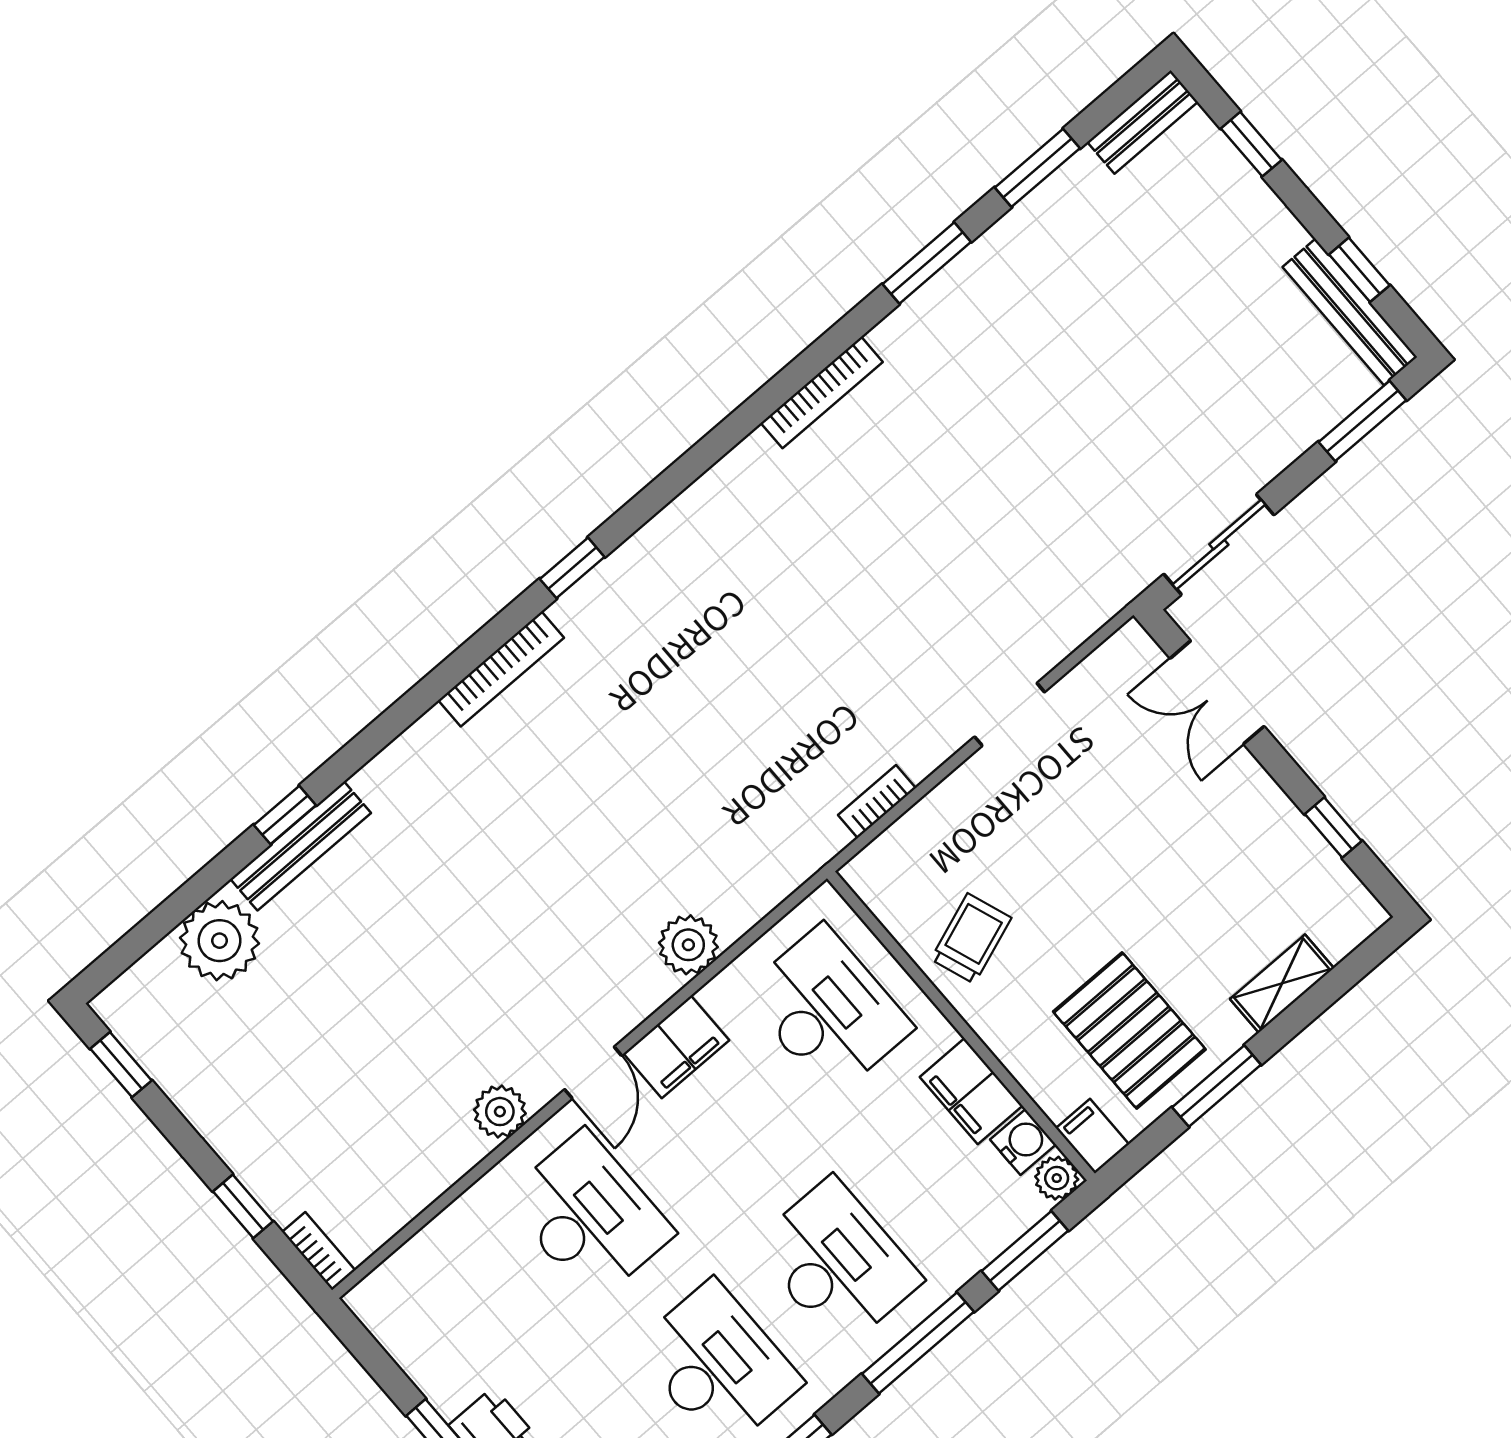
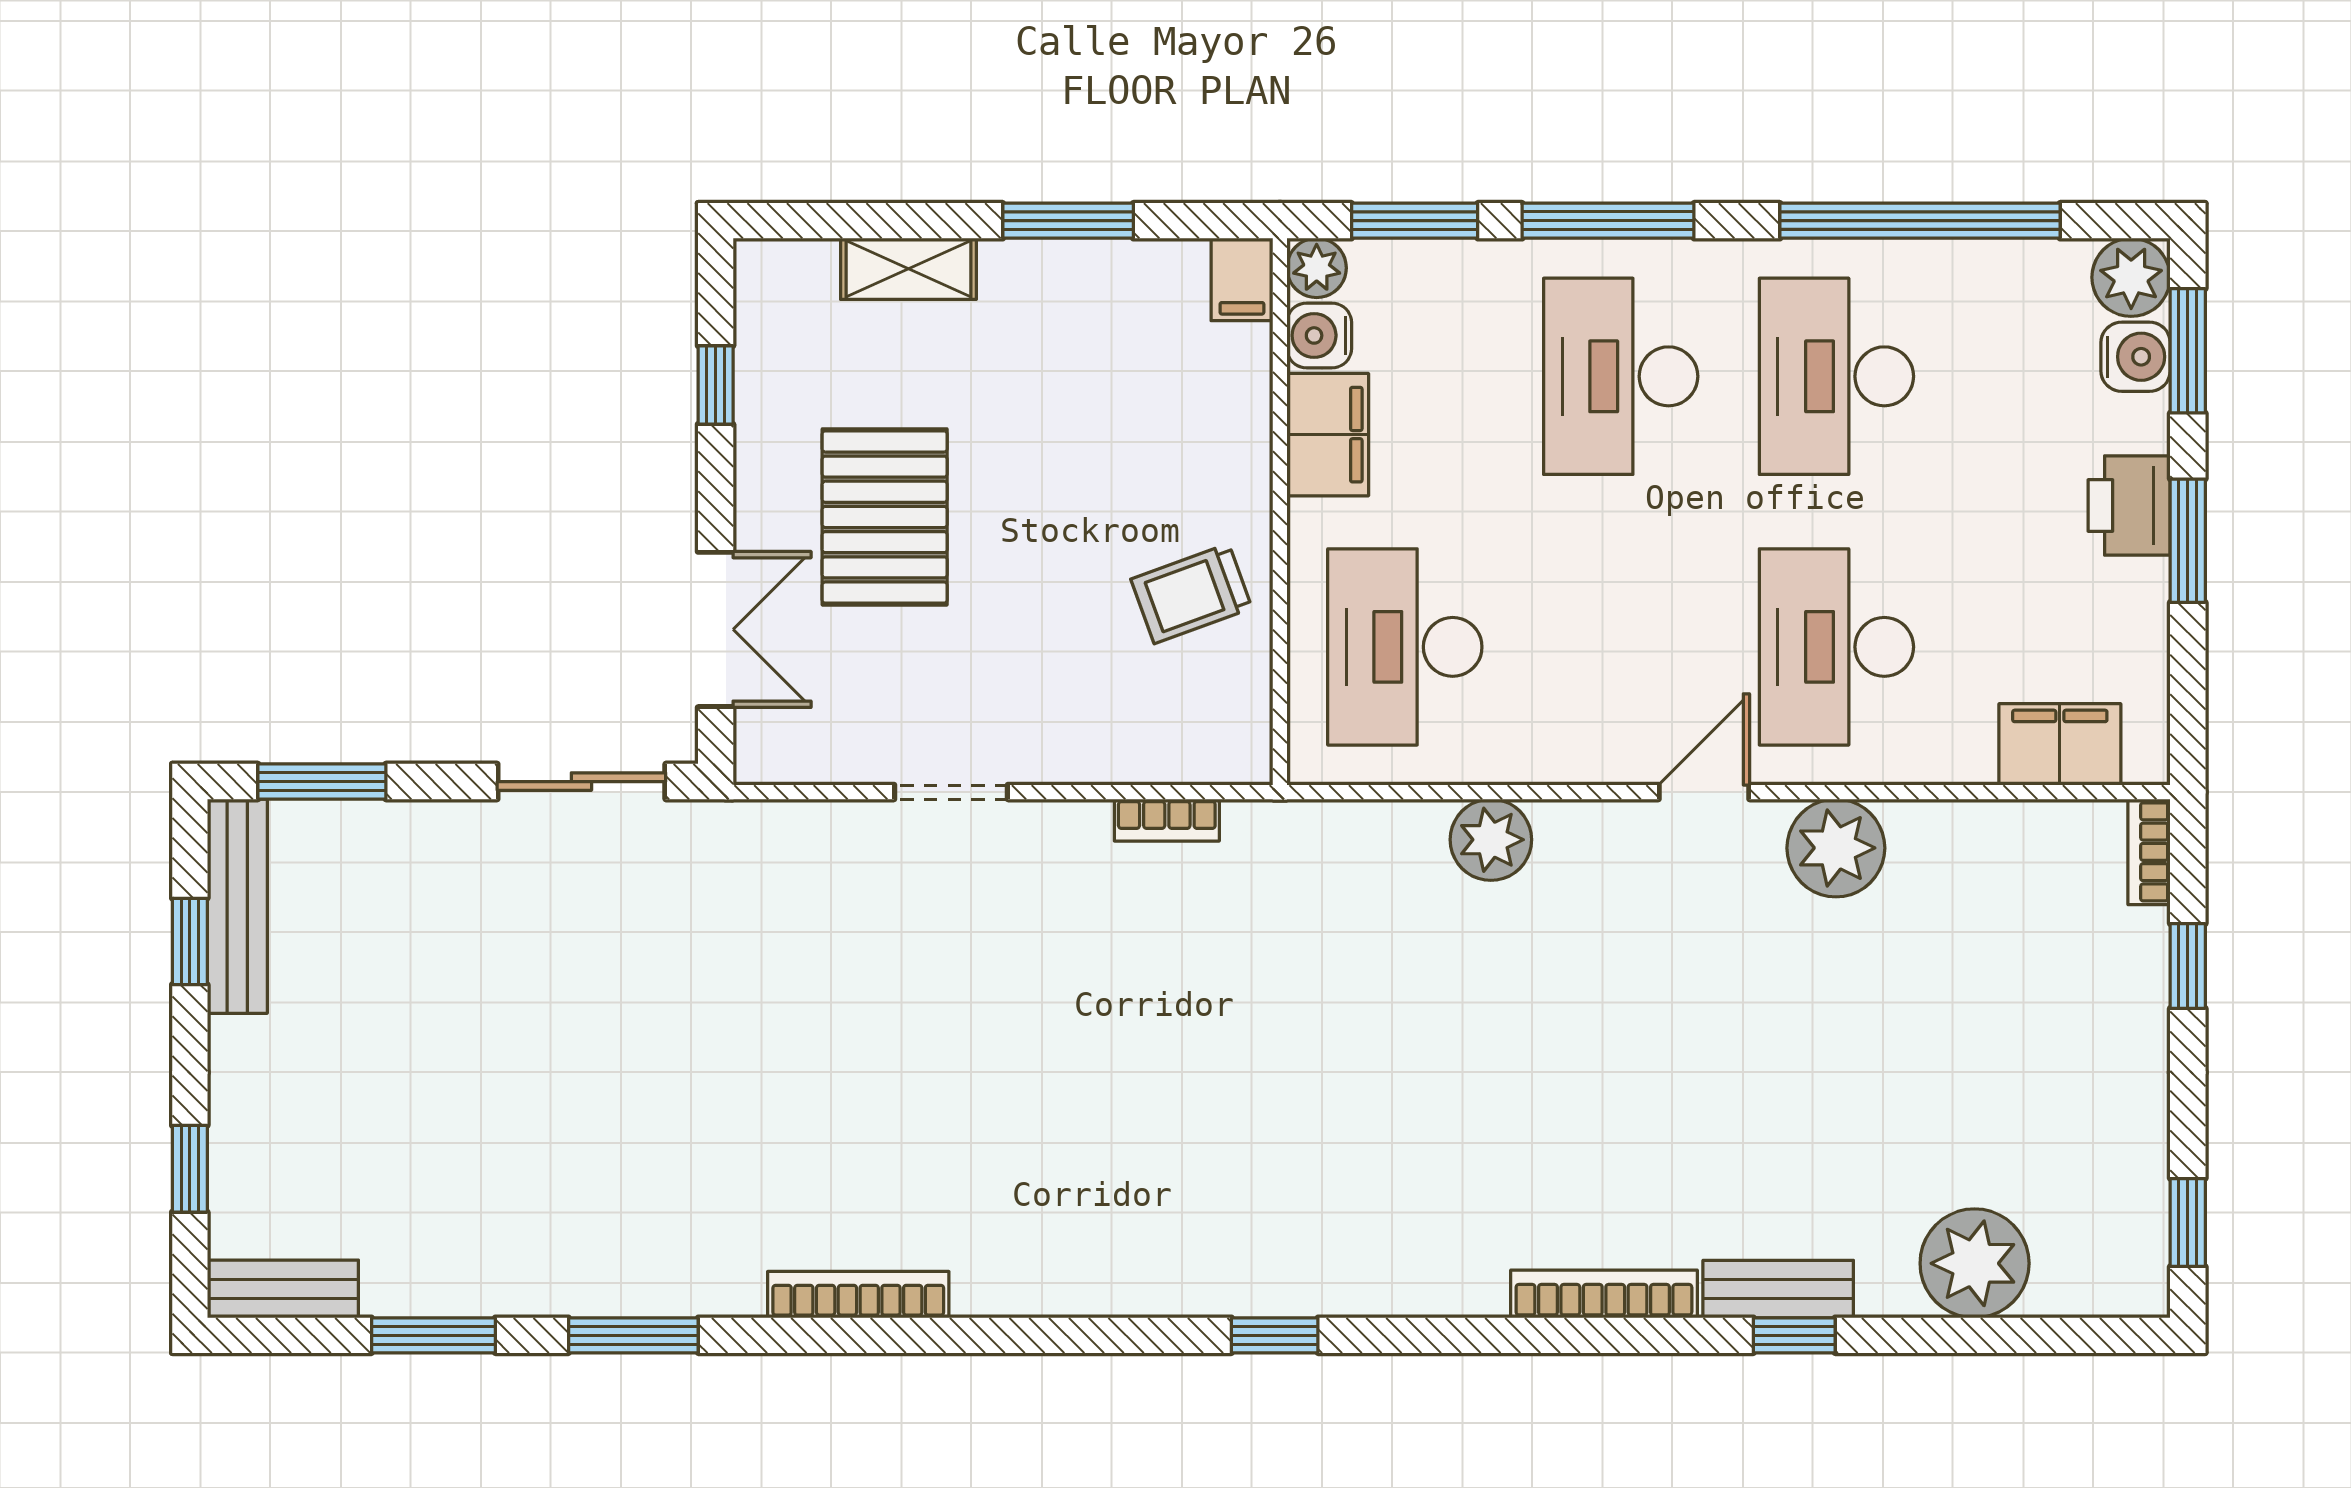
bookcase: (501, 669) -> (1604, 1294), moved
bench: (301, 846) -> (1778, 1289), width x0.73
pallet: (1129, 1030) -> (885, 517), moved
filing cabinet: (676, 1047) -> (2060, 744), moved
plant: (500, 1112) -> (1836, 848), width x1.36, depth x1.36

